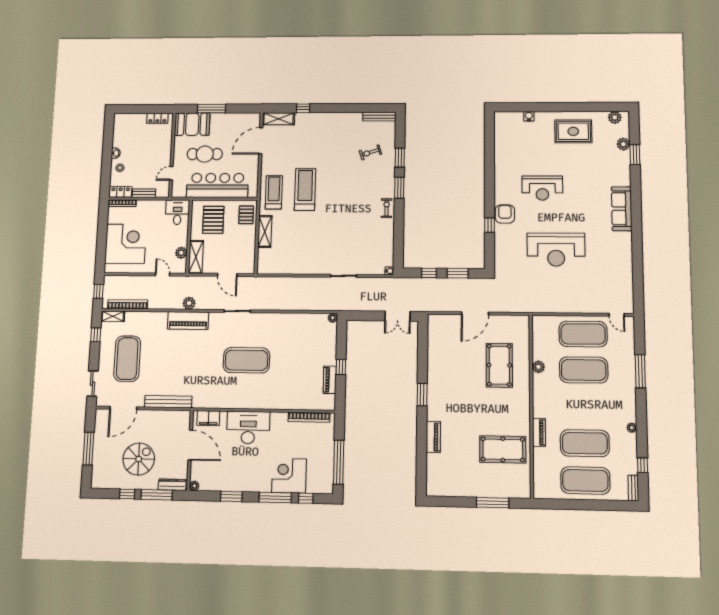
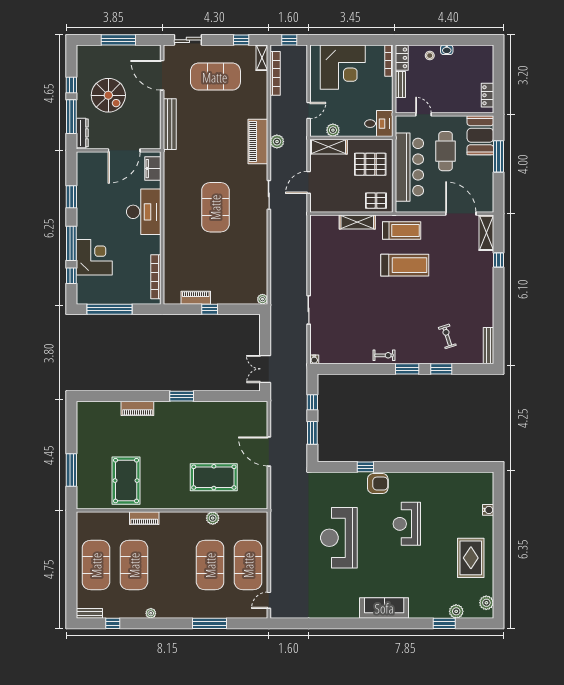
plant: (194, 486) -> (82, 157), removed

